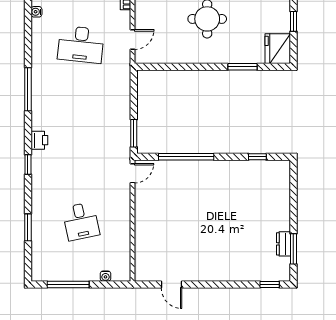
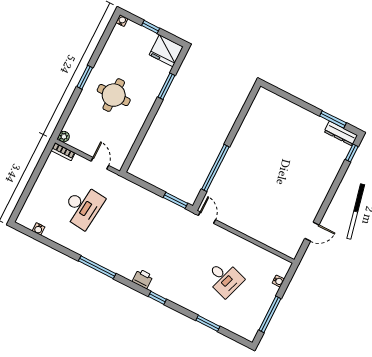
window: (257, 157) -> (244, 111), removed
desk: (81, 221) -> (224, 279), turned 30
dresser: (283, 244) -> (341, 133), moved, width x1.44

